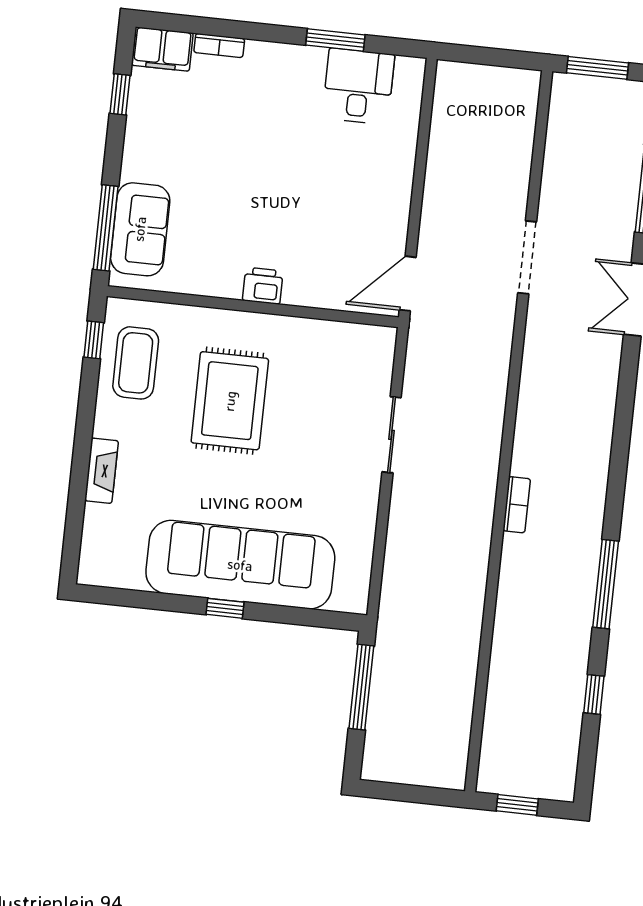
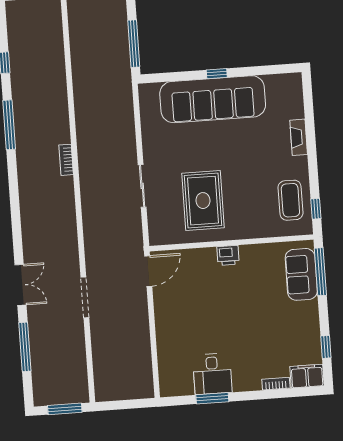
desk: (358, 86) -> (212, 374), moved
rug: (230, 401) -> (203, 201), moved

